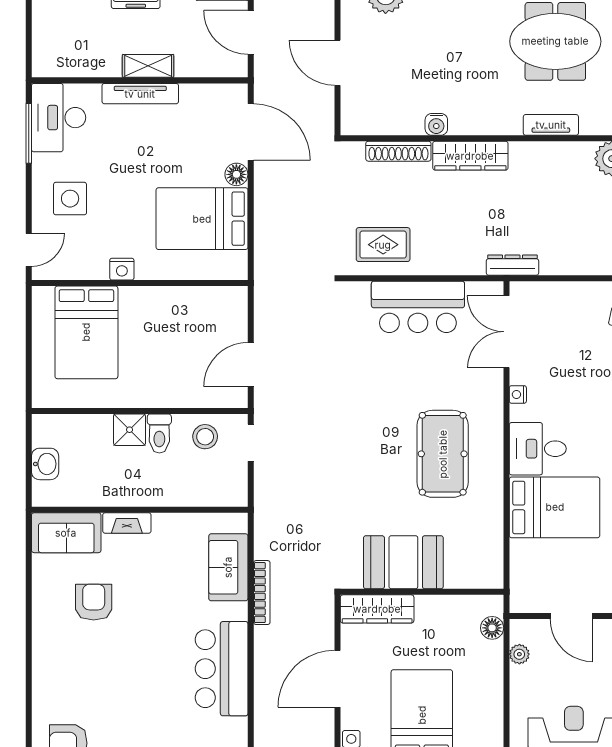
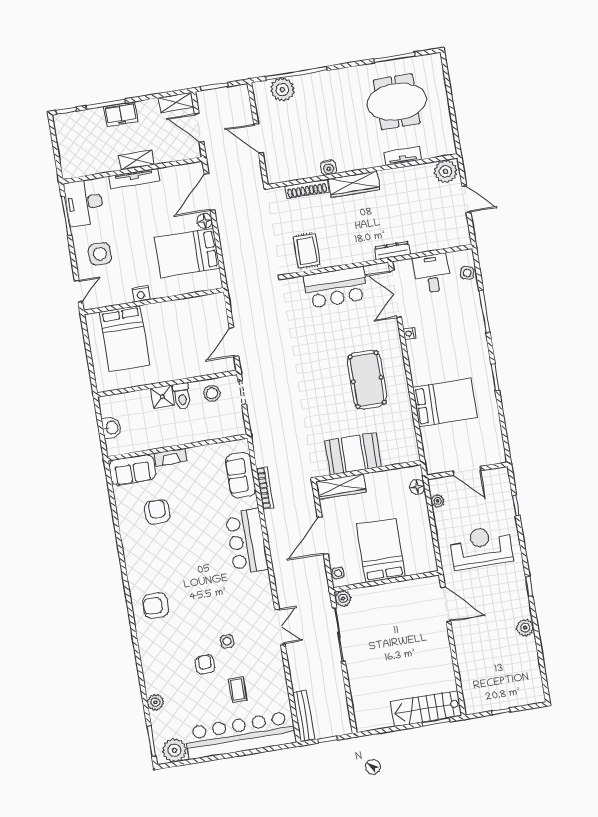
door: (251, 132) -> (210, 192), swing flipped
rug: (383, 245) -> (307, 251), turned 90
desk: (538, 449) -> (432, 273), moved, turned 90

